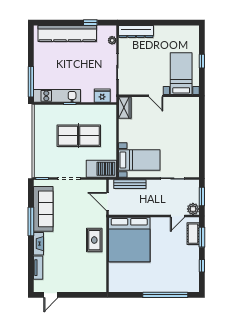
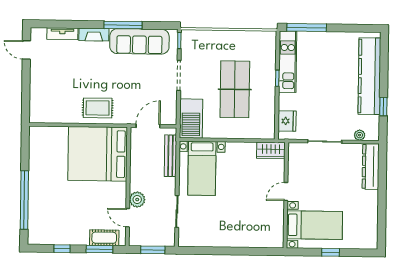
plant: (193, 209) -> (137, 200), moved

